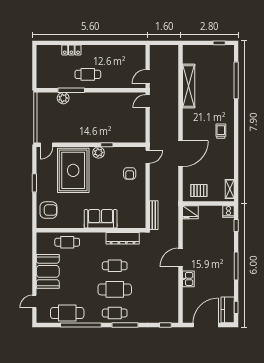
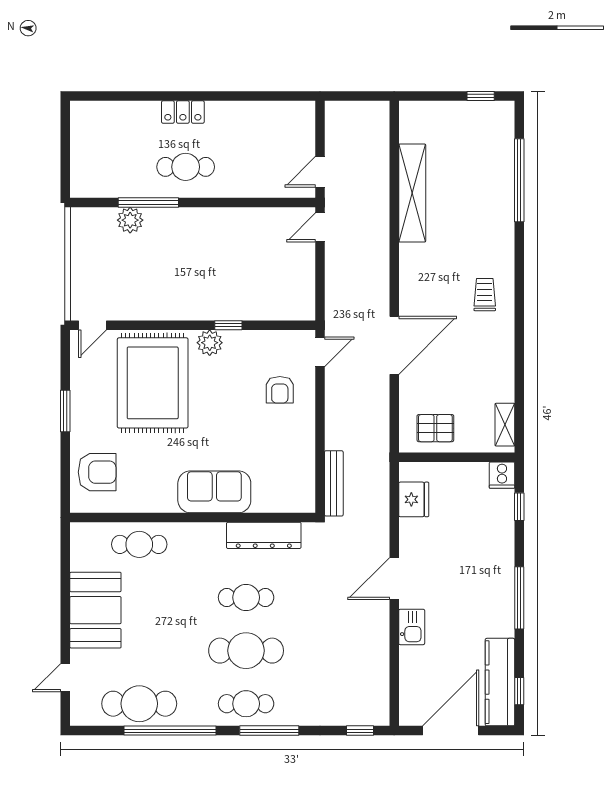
locker: (71, 50) -> (183, 112), moved
fridge: (190, 212) -> (414, 499), moved, turned -90
kitchen counter: (228, 310) -> (500, 682), width x1.50

